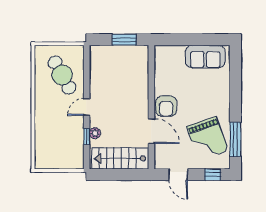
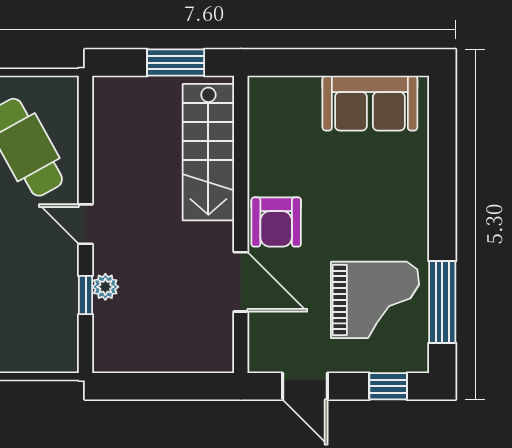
door: (87, 107) -> (86, 224), hinge flipped
grand piano: (207, 139) -> (375, 300), turned -71
stairs: (120, 158) -> (208, 152), moved, turned -90

